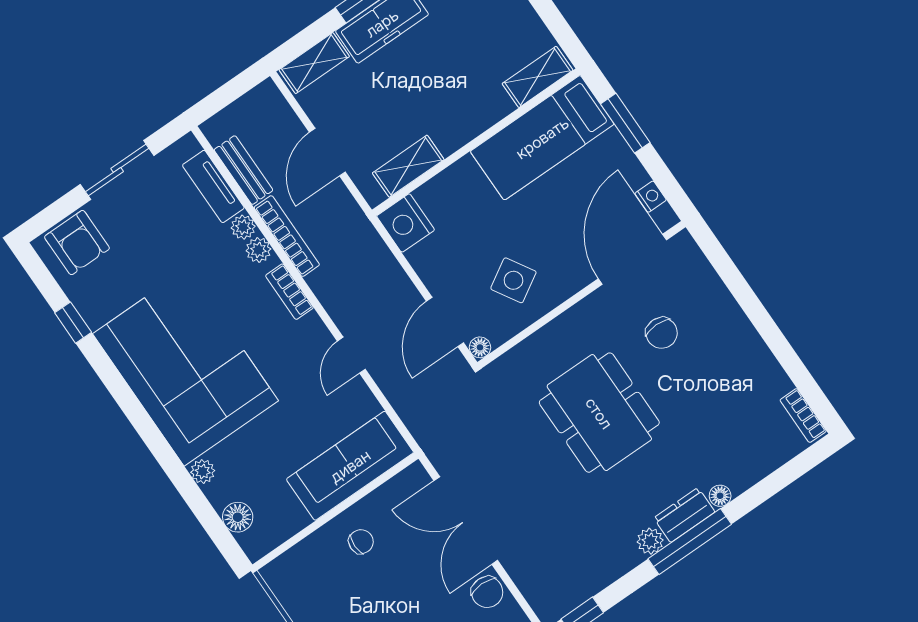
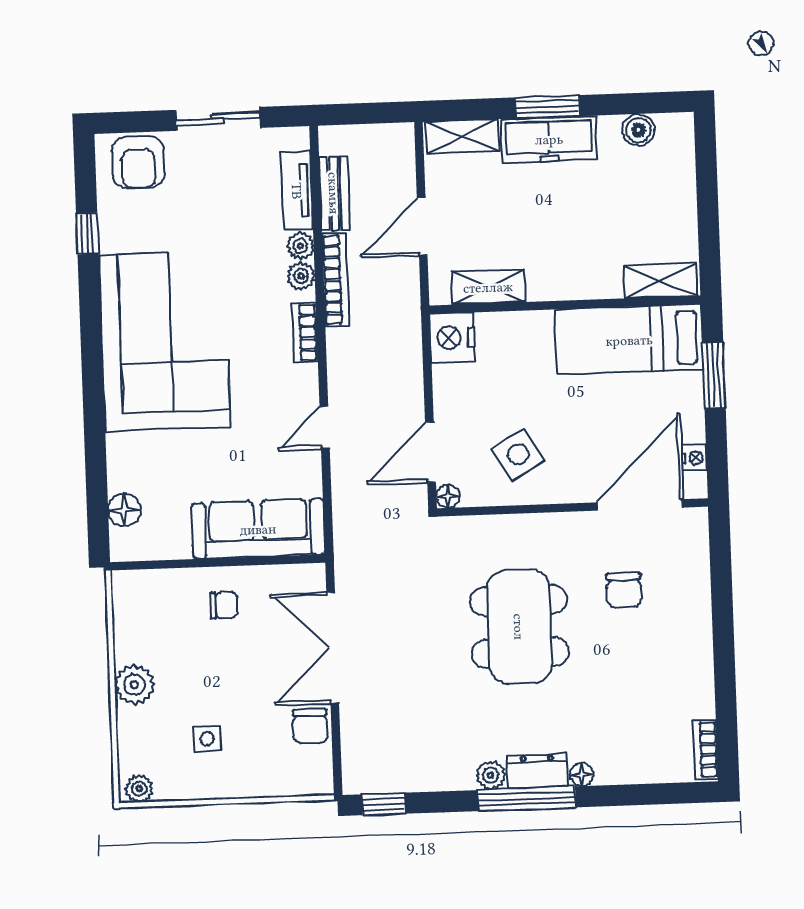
plant: (203, 471) -> (119, 447), removed

